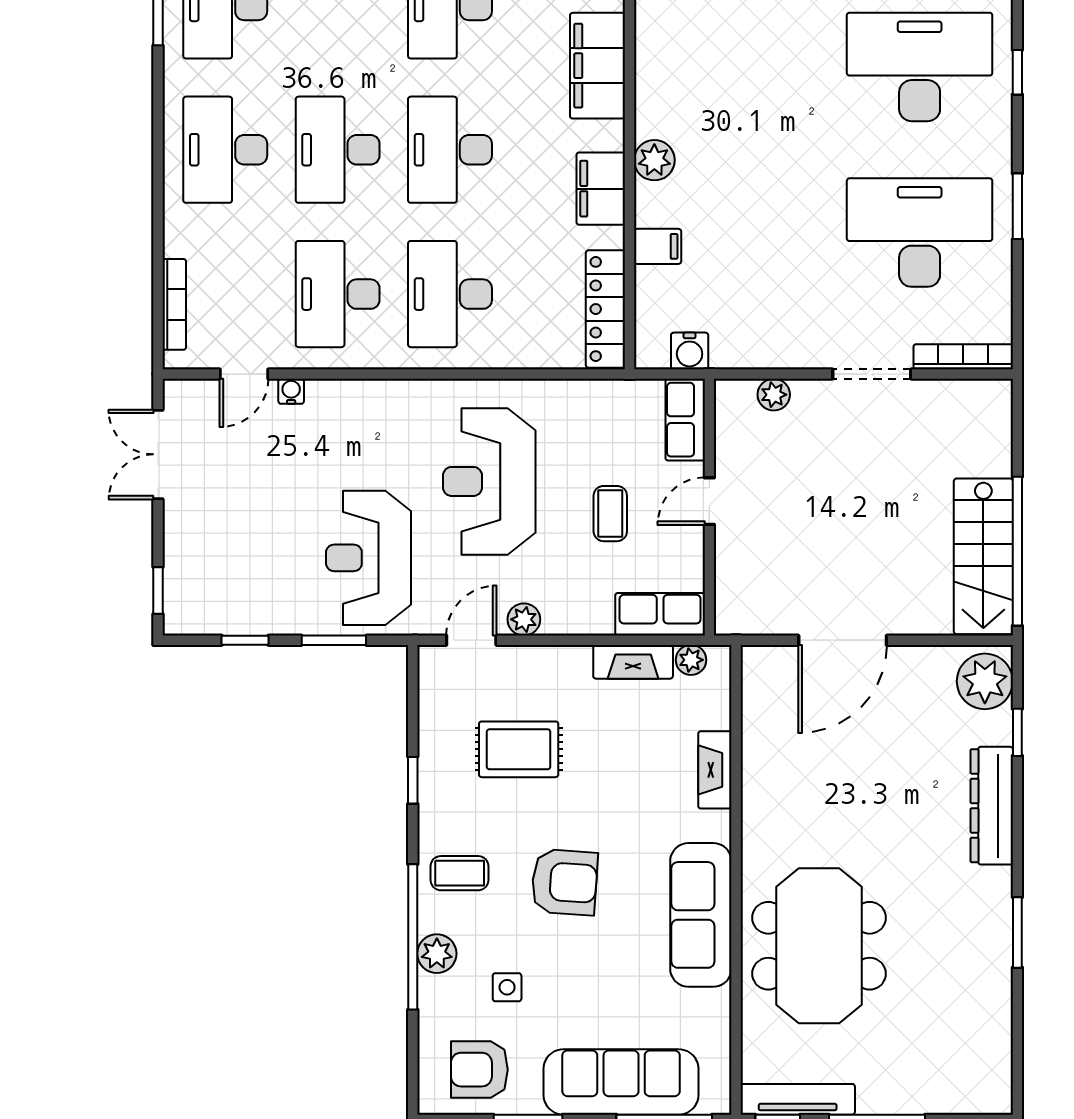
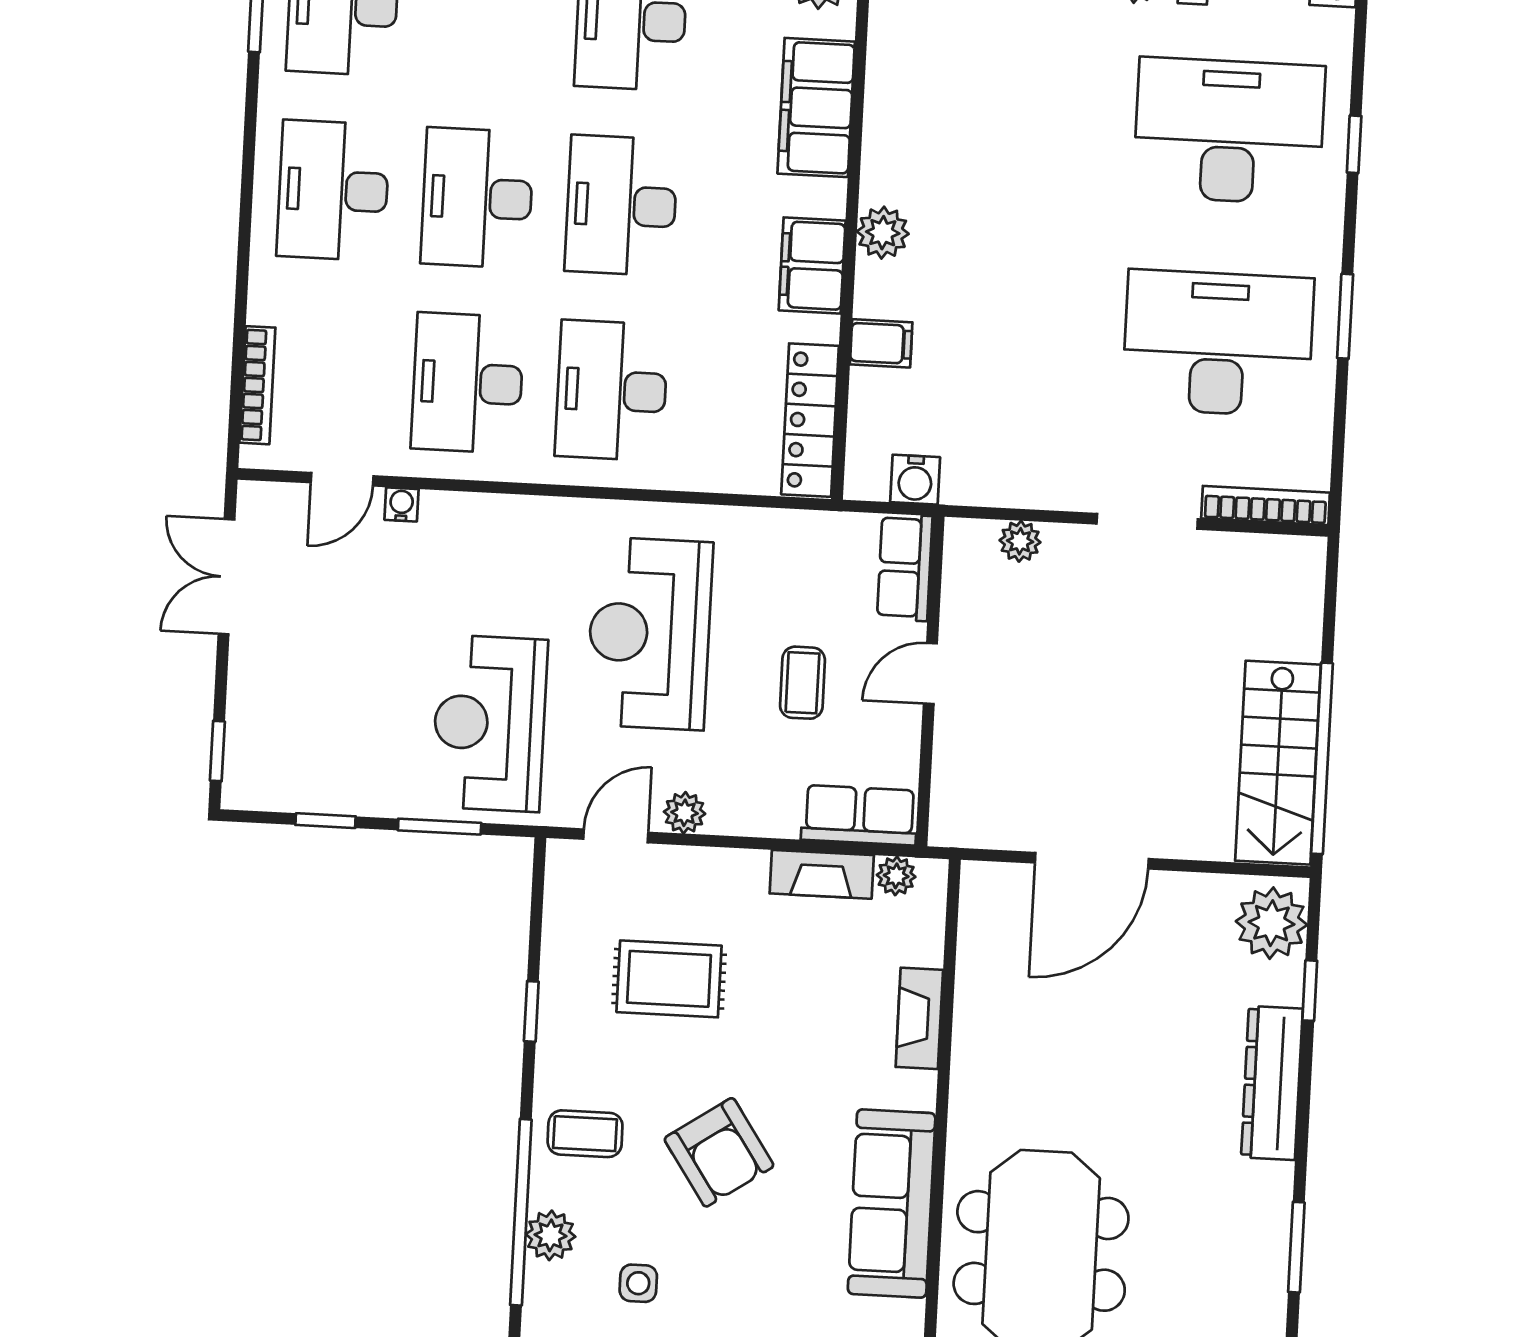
armchair: (564, 882) -> (719, 1152), turned 52

